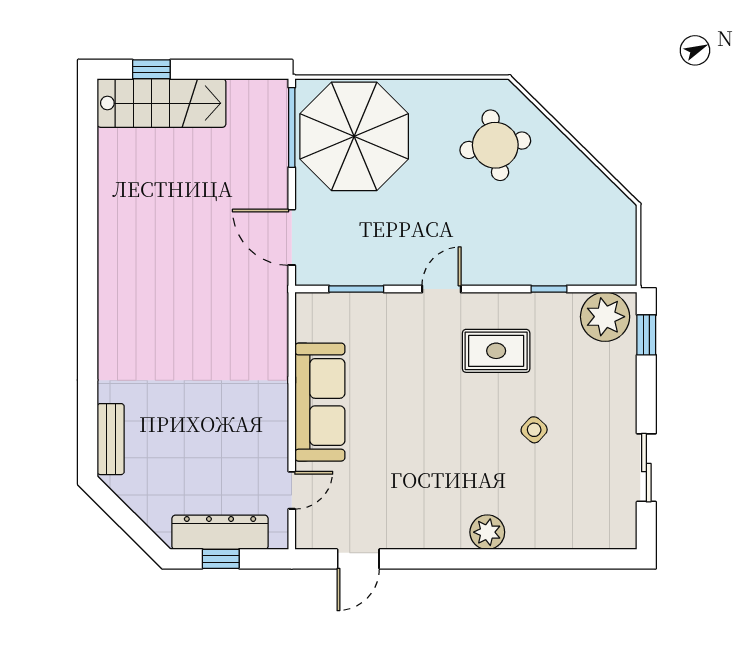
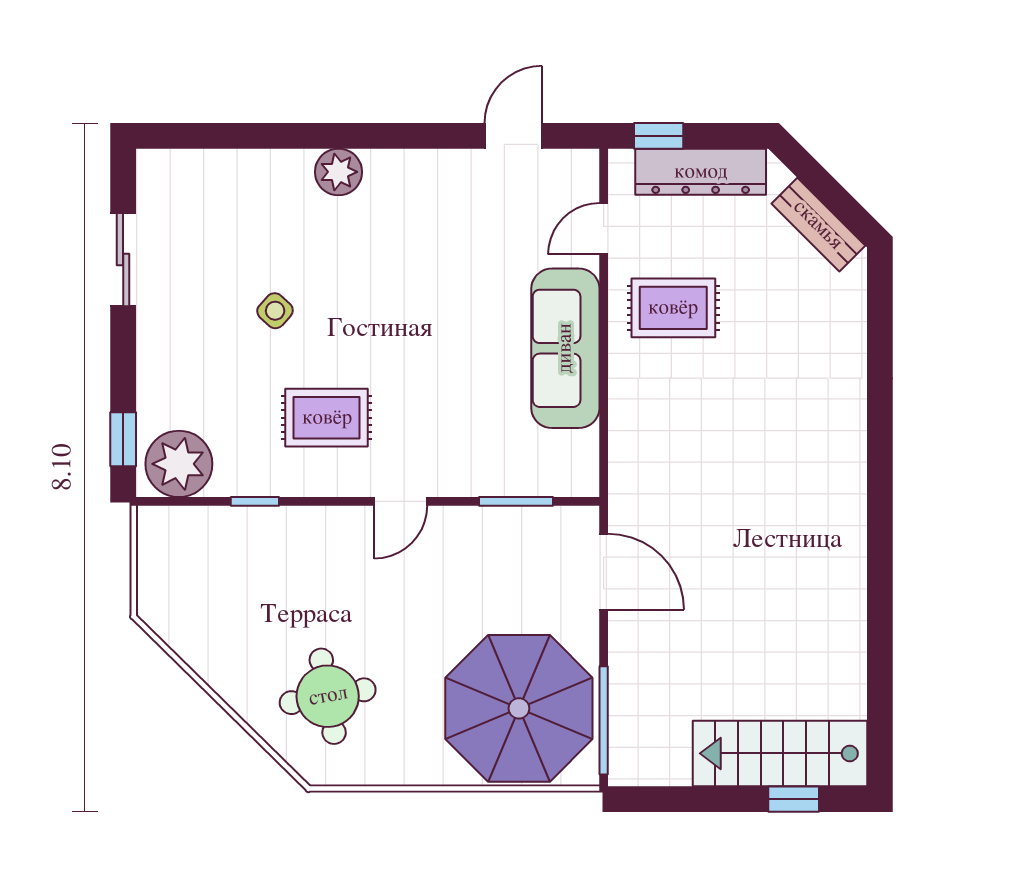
rug: (240, 432) -> (673, 308), added
bench: (111, 439) -> (818, 225), moved, turned -45
window: (221, 559) -> (659, 136), moved

